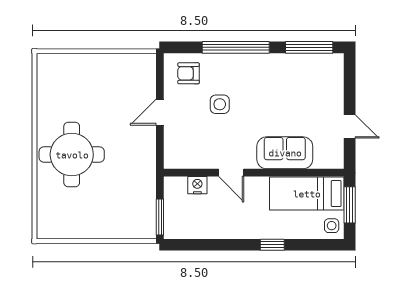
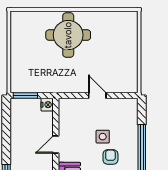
armchair: (189, 73) -> (110, 157), moved
nightstand: (197, 185) -> (47, 105), moved

